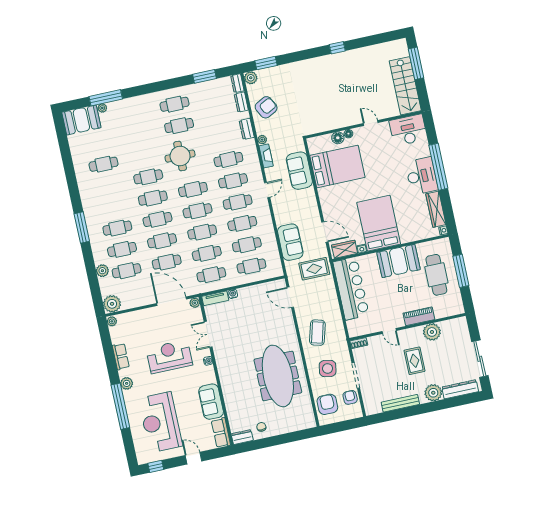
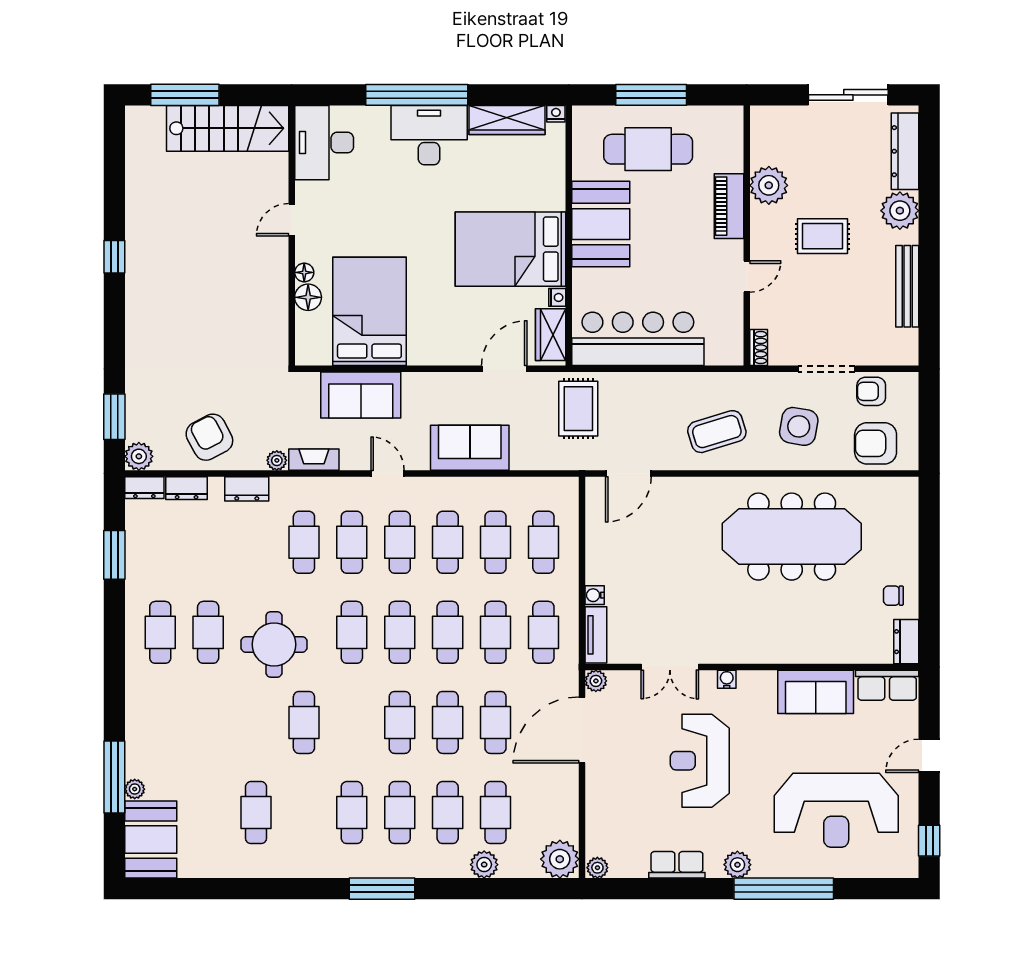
cafe table: (153, 198) -> (352, 813), moved
sofa: (290, 242) -> (470, 448), moved
coffee table: (317, 333) -> (717, 432), turned -32

